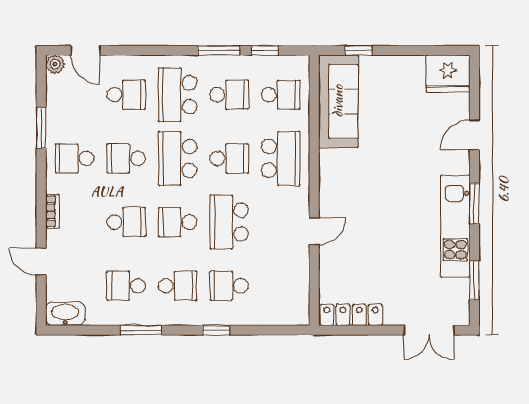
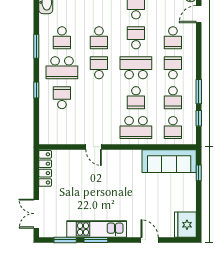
school desk: (178, 95) -> (173, 68), width x0.54
window: (474, 204) -> (96, 240), moved
school desk: (229, 222) -> (99, 98), removed
school desk: (126, 286) -> (62, 38), turned 180
school desk: (178, 286) -> (62, 68), width x1.85

